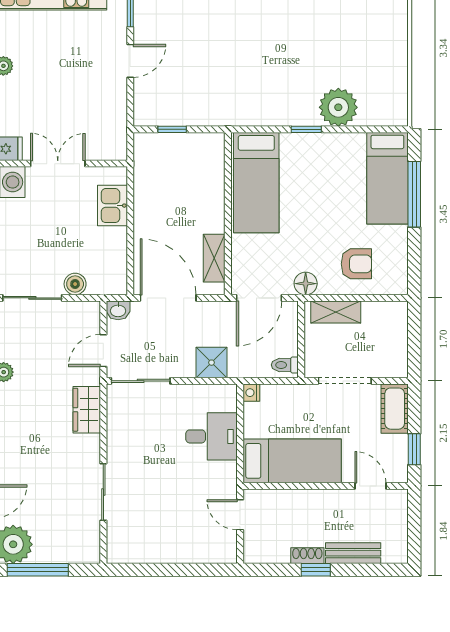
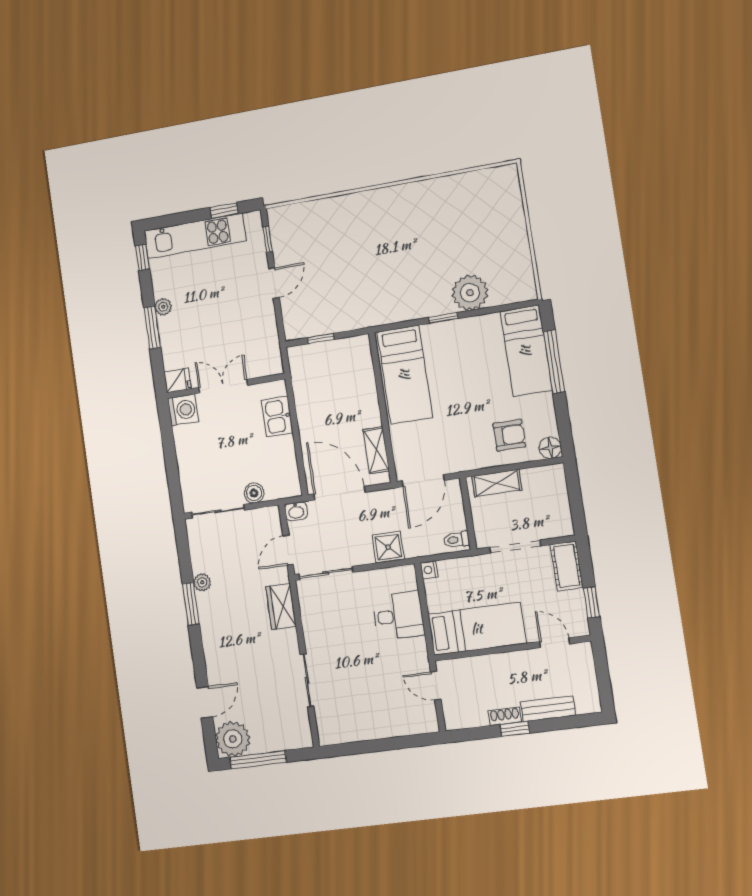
floor lamp: (306, 284) -> (550, 448), moved

